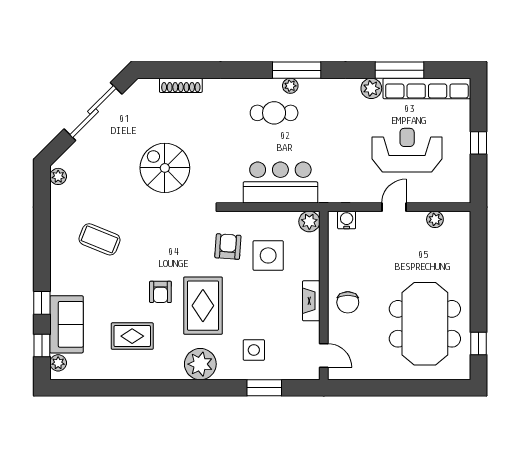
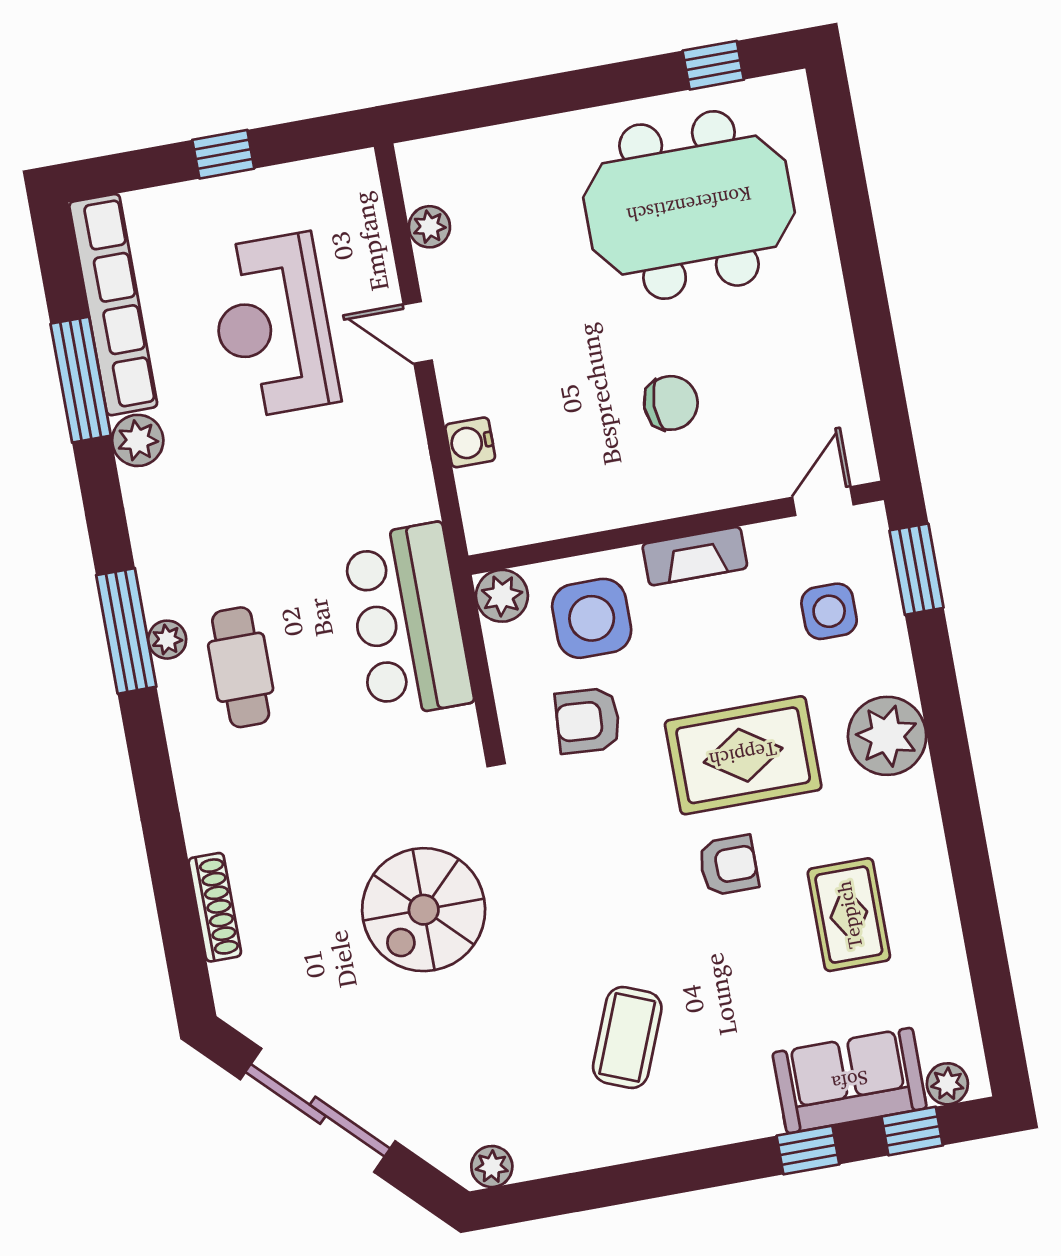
plant: (309, 222) -> (502, 596), moved
wall: (324, 295) -> (676, 528), moved
fireplace: (311, 301) -> (695, 556), moved
door: (324, 356) -> (823, 501), moved

